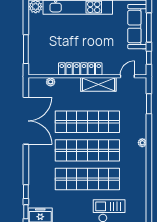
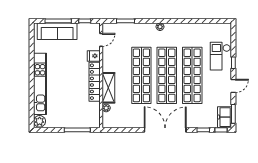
fridge: (109, 68) -> (94, 56), added
door: (127, 76) -> (101, 40), swing flipped
shelving: (98, 84) -> (108, 88), moved
double door: (26, 121) -> (165, 130), moved

